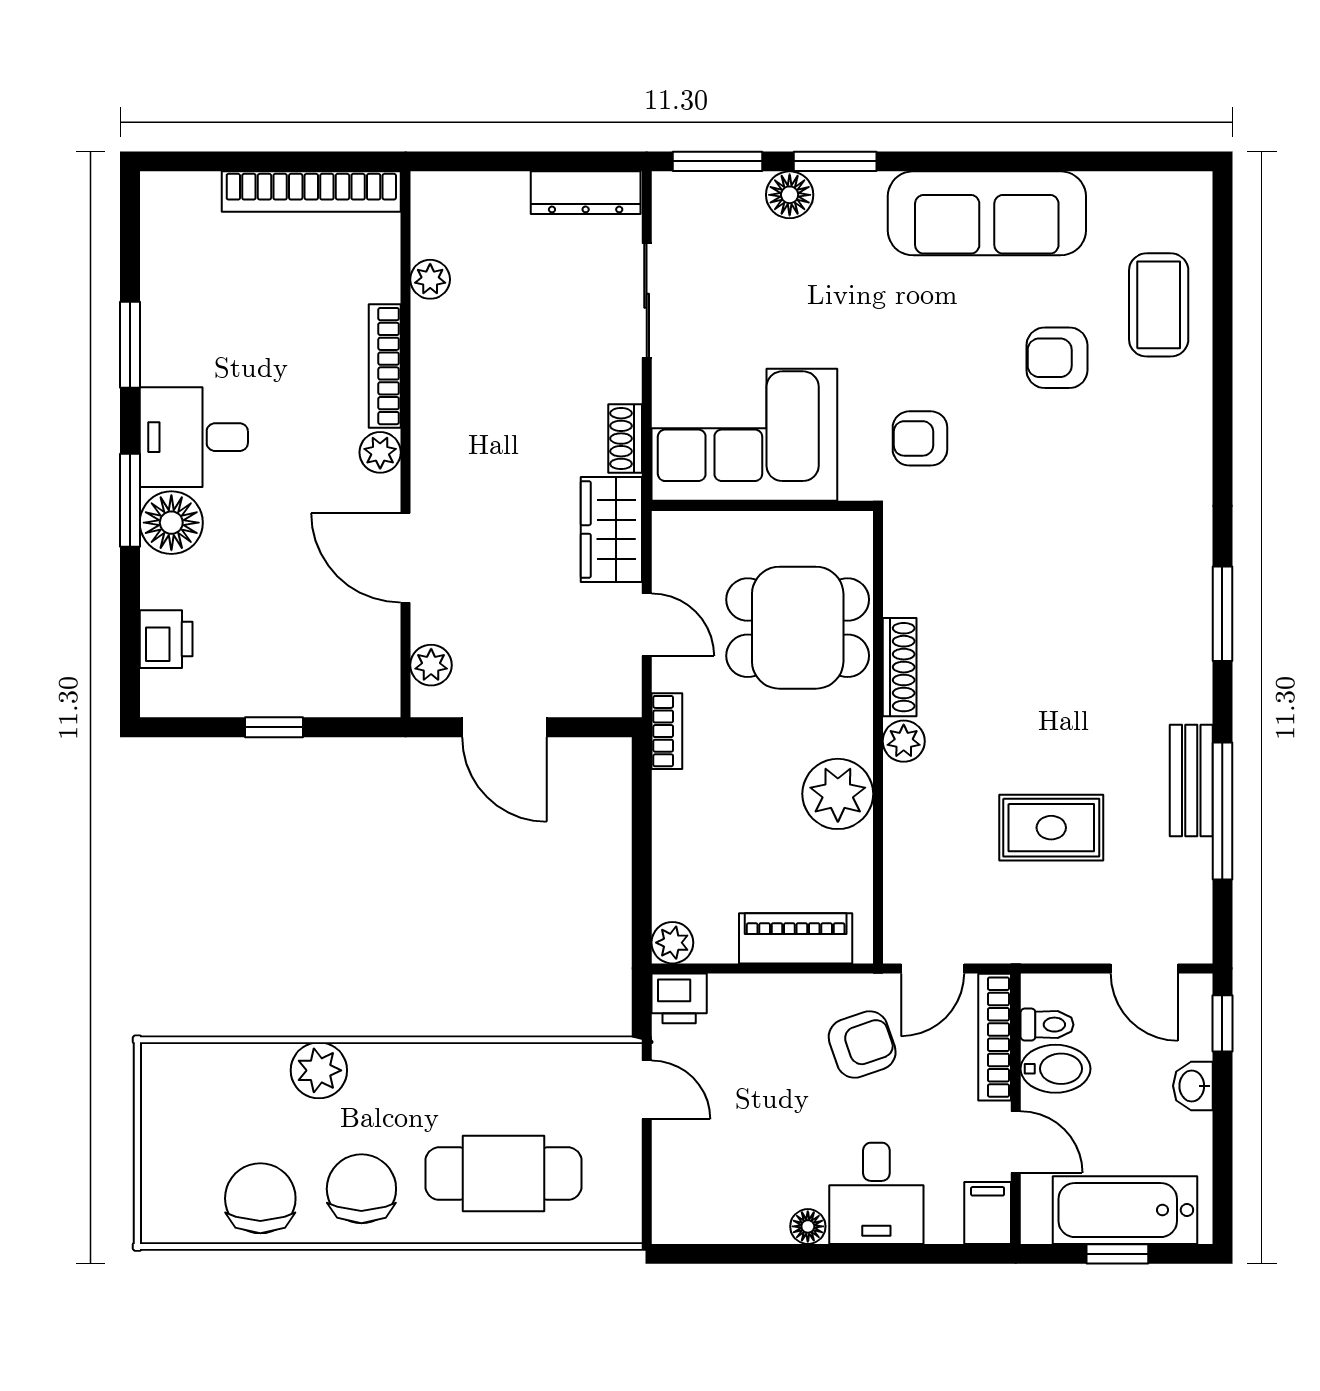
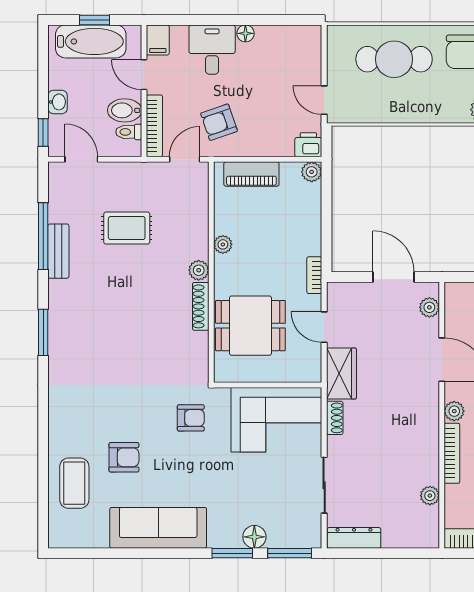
plant: (838, 794) -> (223, 244), width x0.53, depth x0.53

